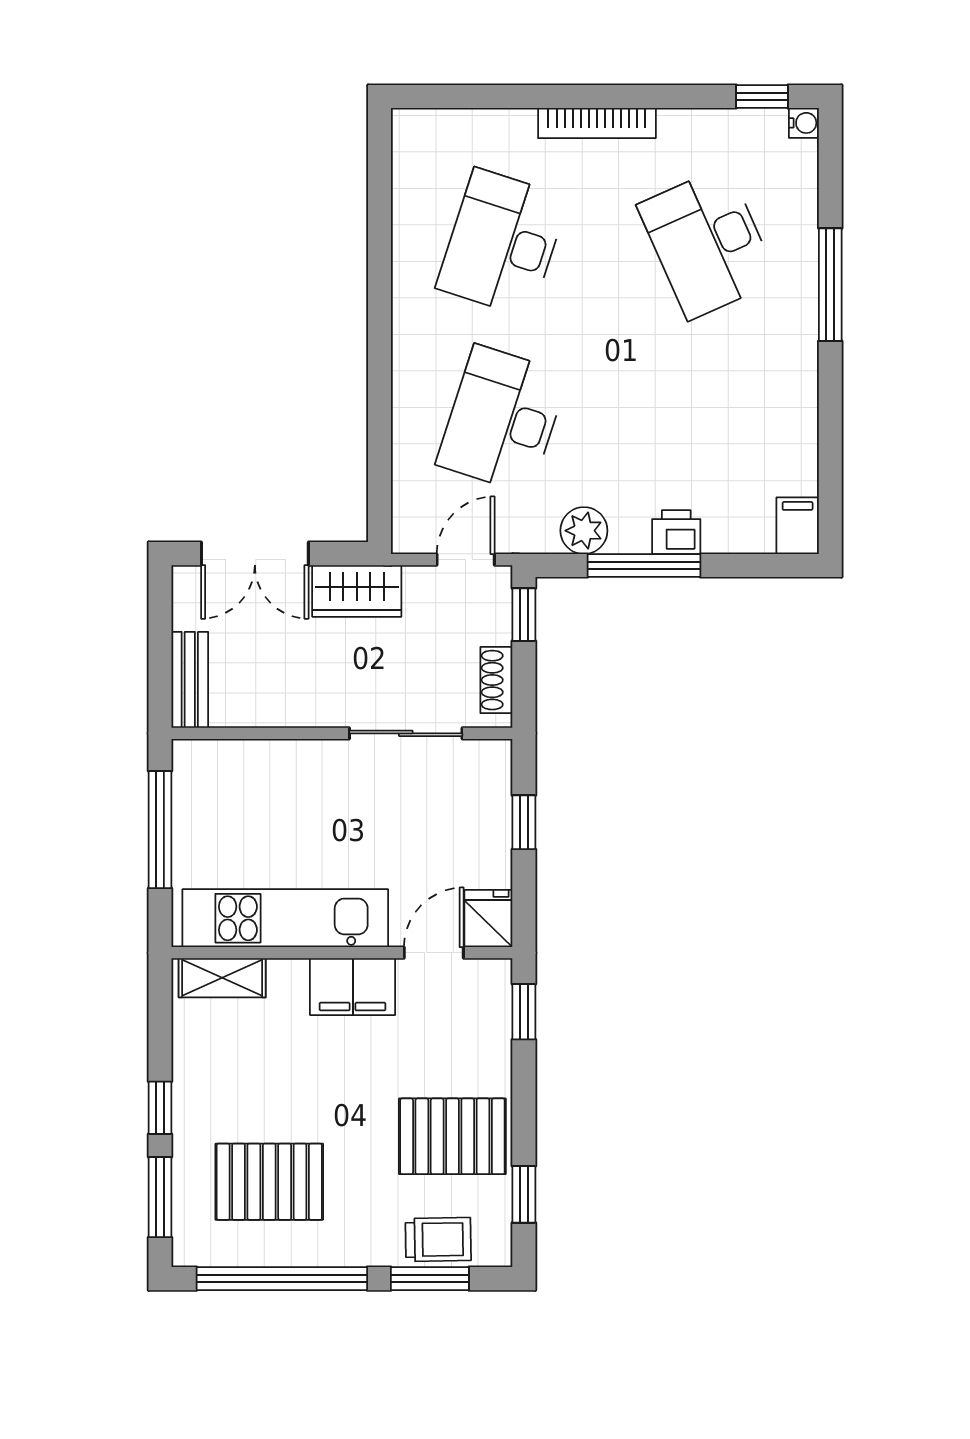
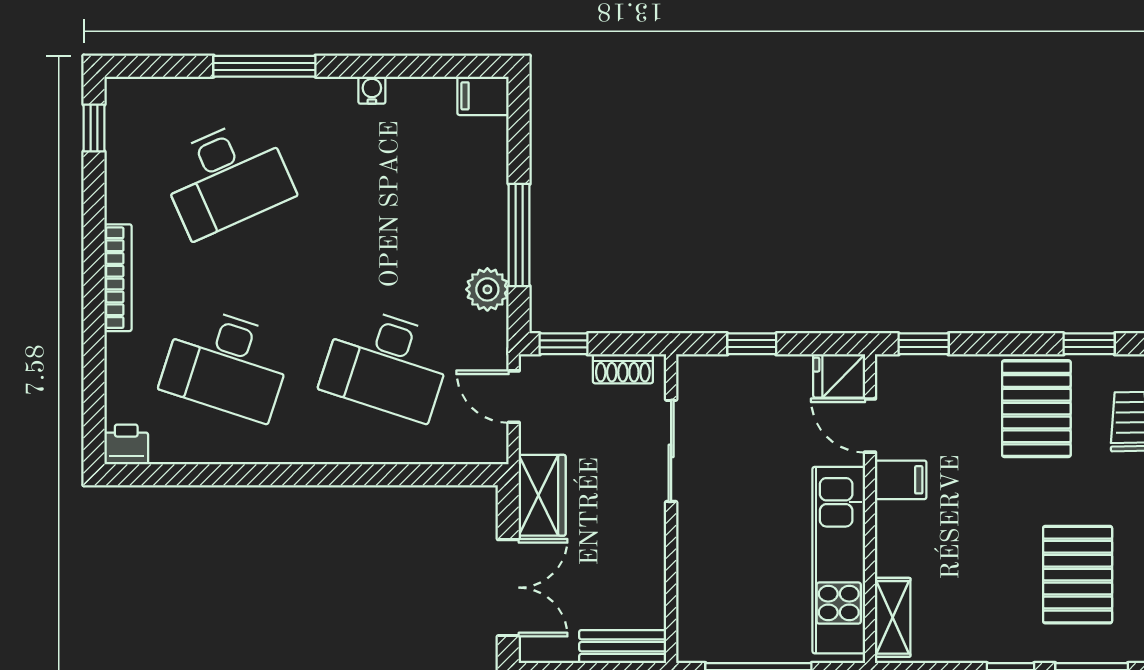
water cooler: (804, 123) -> (372, 90), moved
printer: (676, 532) -> (126, 444), moved, turned 90
filing cabinet: (353, 987) -> (901, 480), width x0.50

